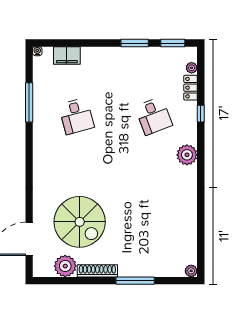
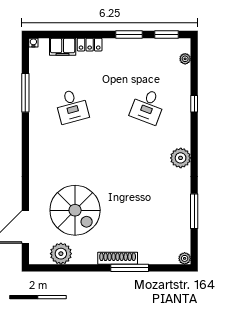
locker: (191, 88) -> (90, 45), moved, turned -90
desk: (154, 116) -> (148, 106), turned 42
plant: (187, 155) -> (181, 158), moved
window: (201, 223) -> (194, 211), added
shoe rack: (97, 271) -> (118, 258), moved

